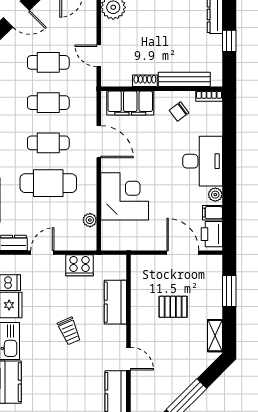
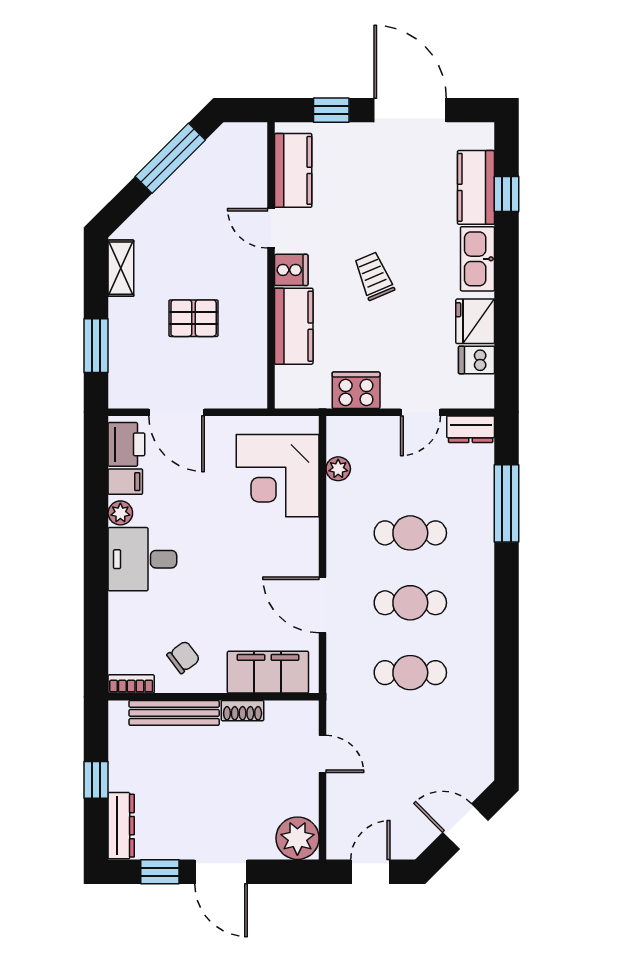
cafe table: (48, 62) -> (410, 742), removed
desk: (203, 161) -> (142, 559), width x0.73
cafe table: (48, 183) -> (410, 533), width x0.73, depth x0.74
corner desk: (125, 196) -> (278, 476), moved
cooker: (117, 335) -> (291, 270), added

